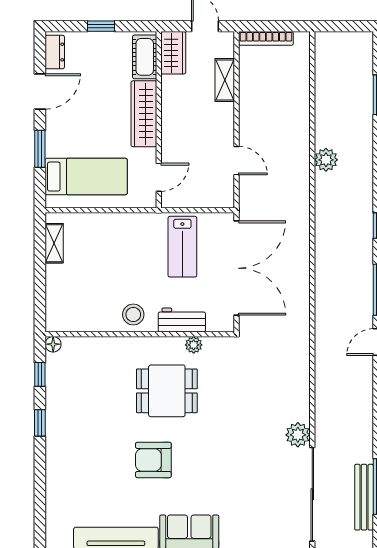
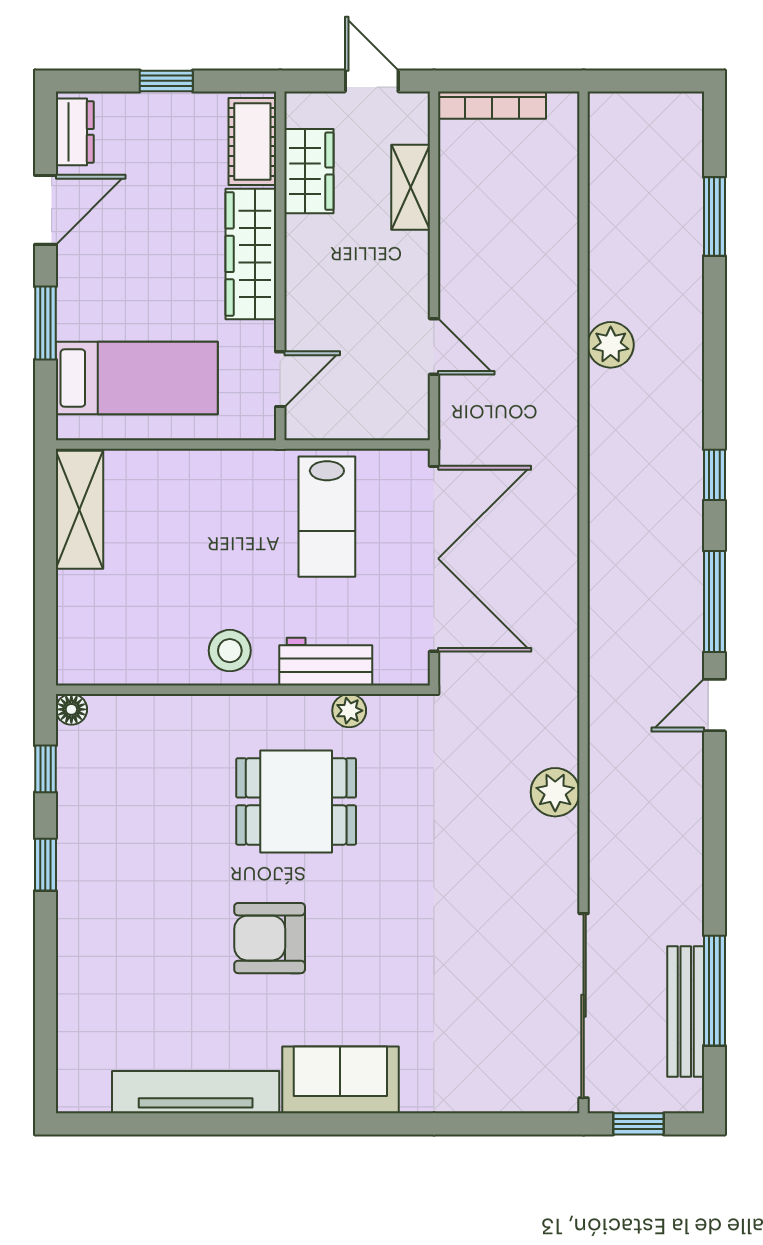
wardrobe: (173, 53) -> (309, 171), moved
shelving: (54, 243) -> (80, 510), width x1.50, depth x1.33
plant: (298, 435) -> (555, 792), moved

